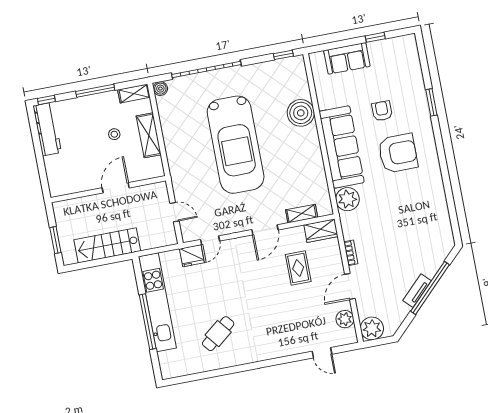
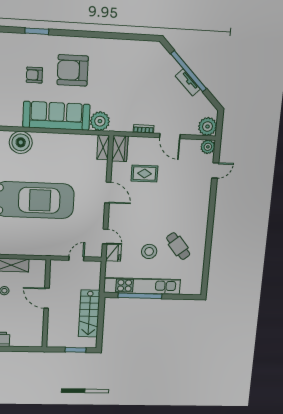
armchair: (398, 153) -> (73, 70), turned -90
shelving: (302, 214) -> (103, 147), moved
stool: (203, 299) -> (149, 251), added
plant: (345, 319) -> (208, 147), moved
window: (148, 322) -> (140, 296), moved

